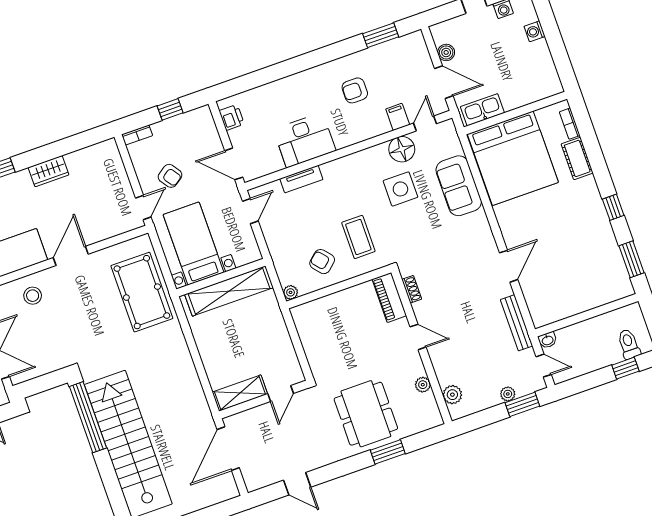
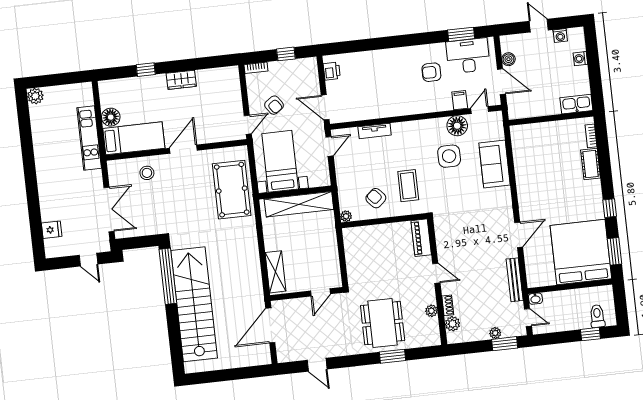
kitchen sink: (482, 110) -> (576, 104), moved
desk: (305, 140) -> (468, 56), moved, turned 180
bed: (513, 158) -> (581, 252), moved, turned 180
shoe rack: (412, 289) -> (448, 305), moved
shelving: (240, 393) -> (275, 272), moved, turned 90

